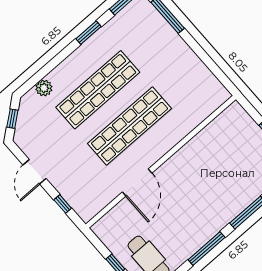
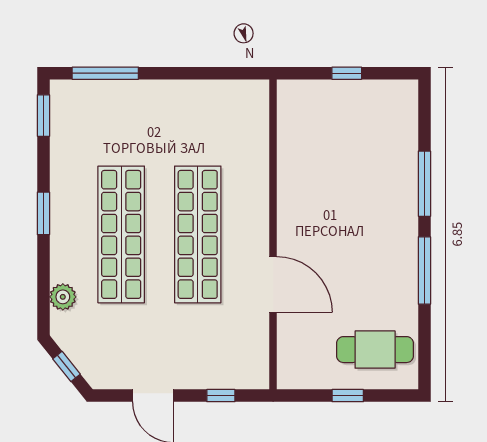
window: (88, 33) -> (43, 213), moved

